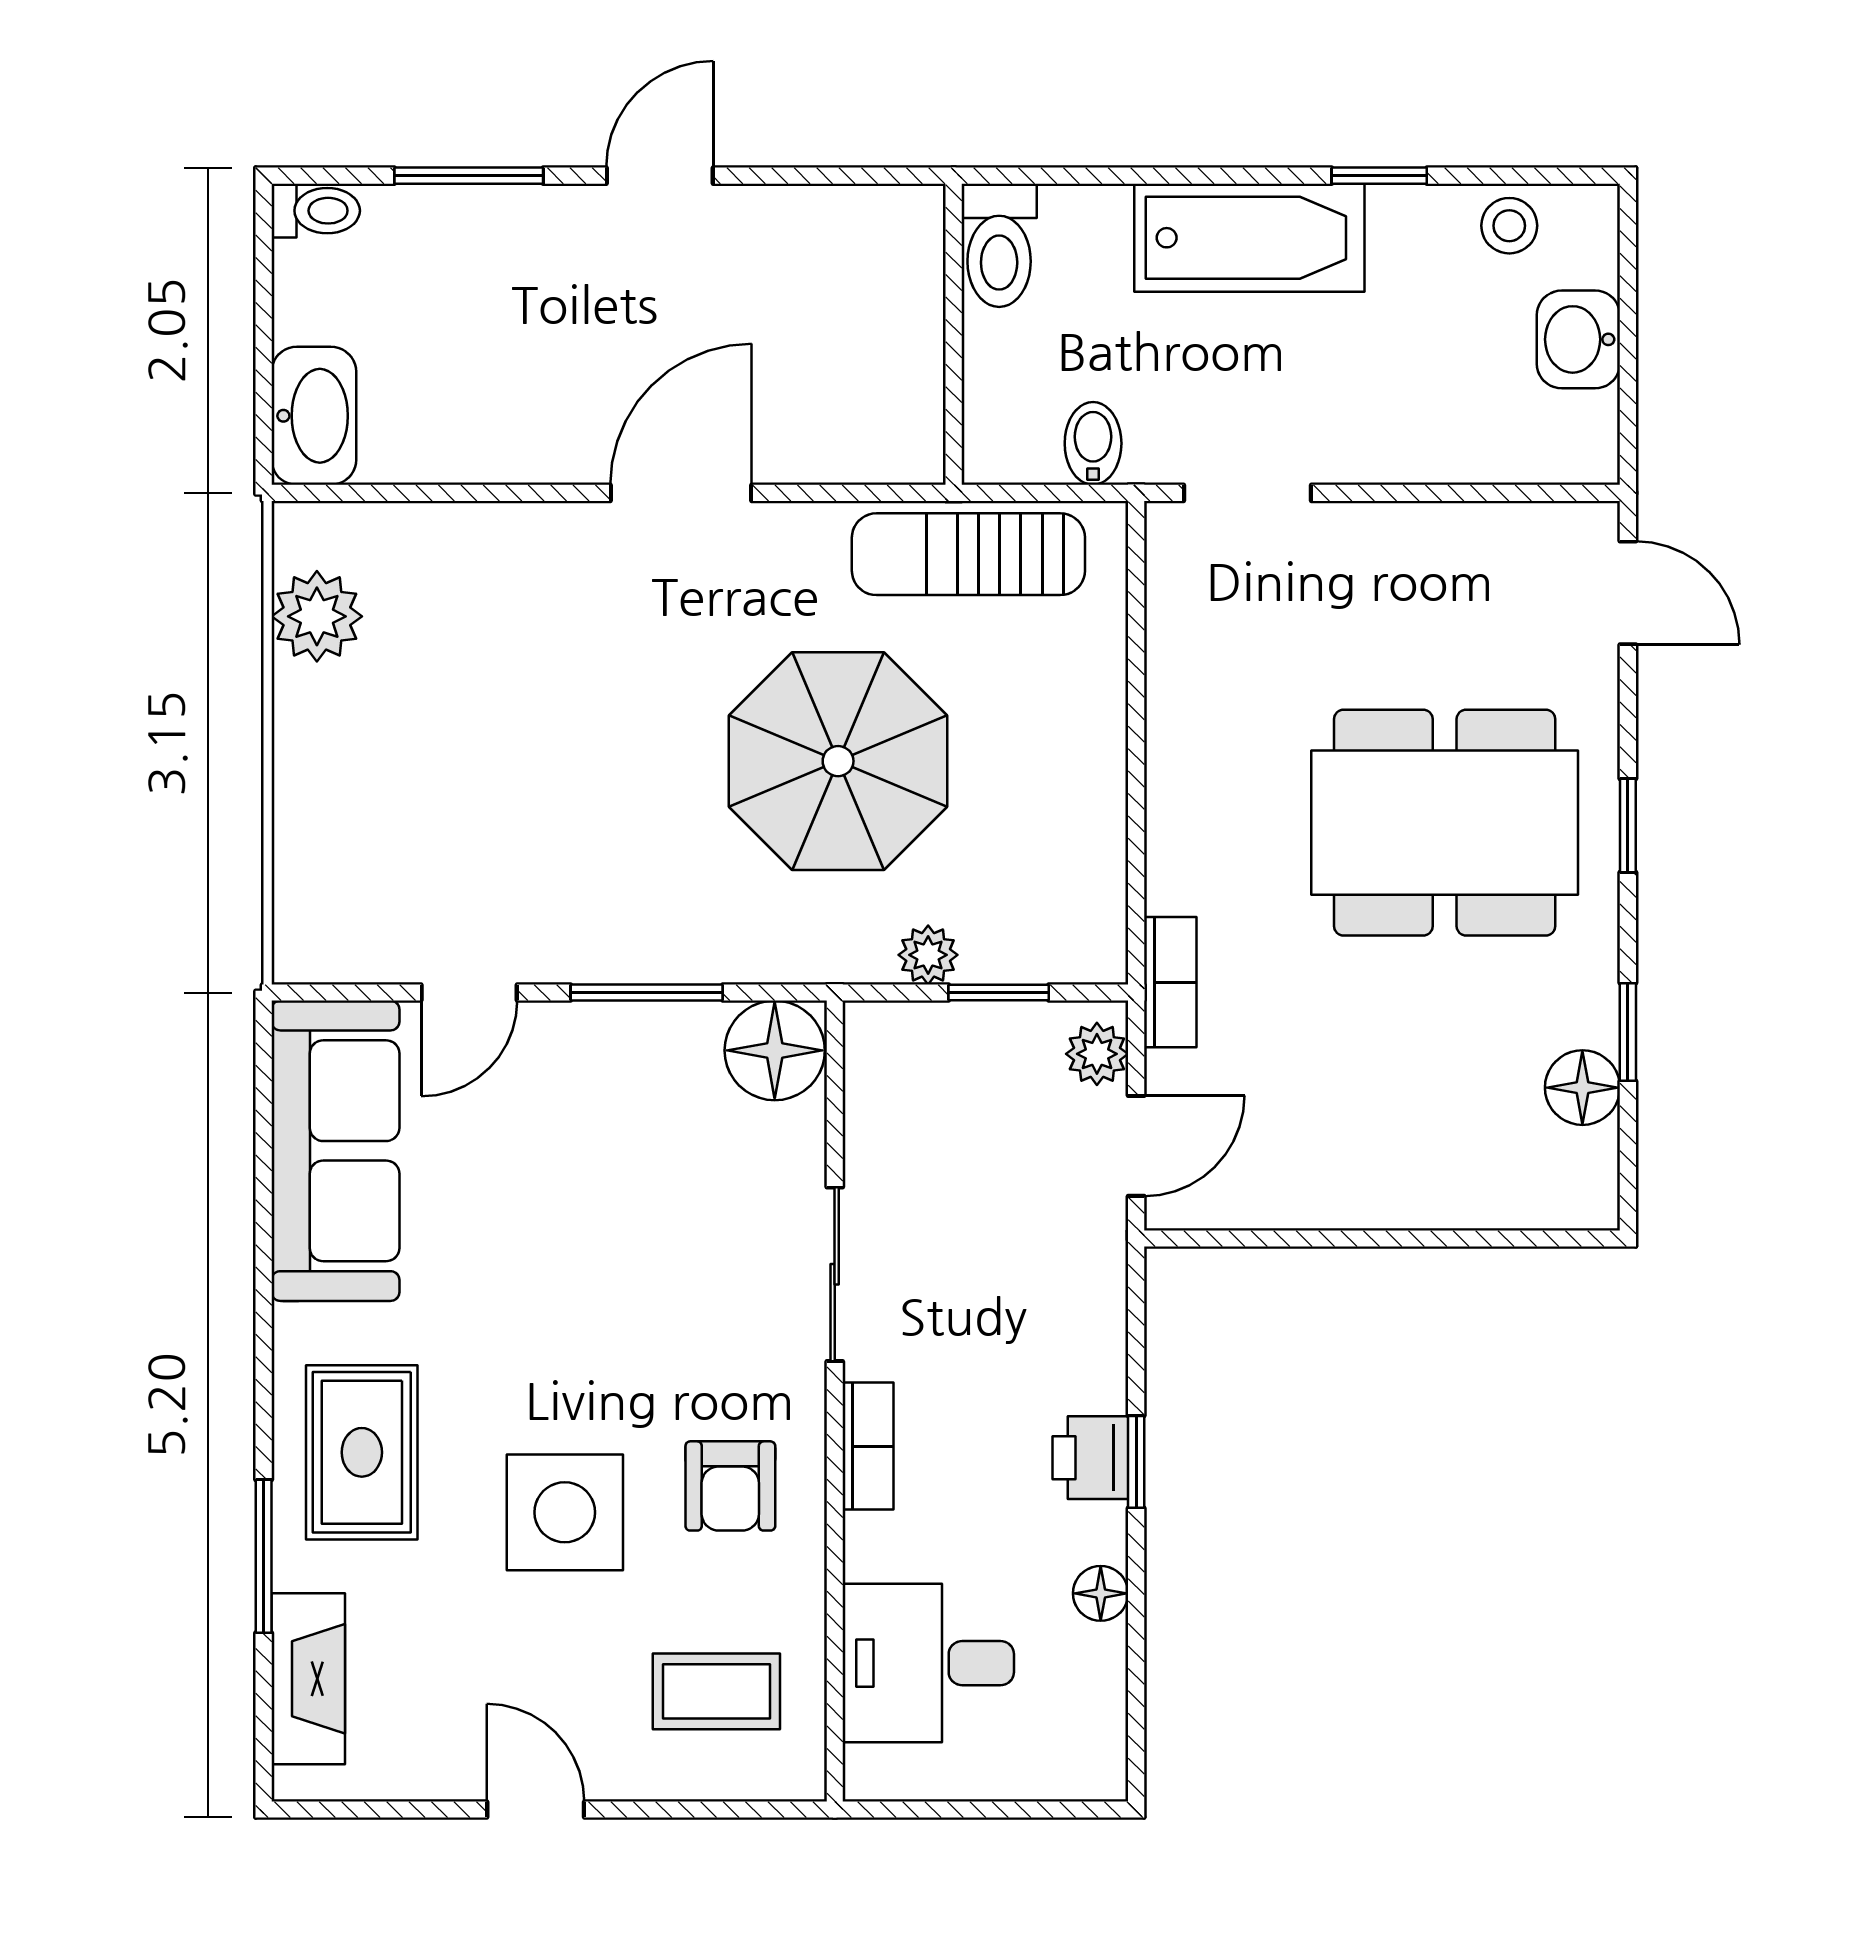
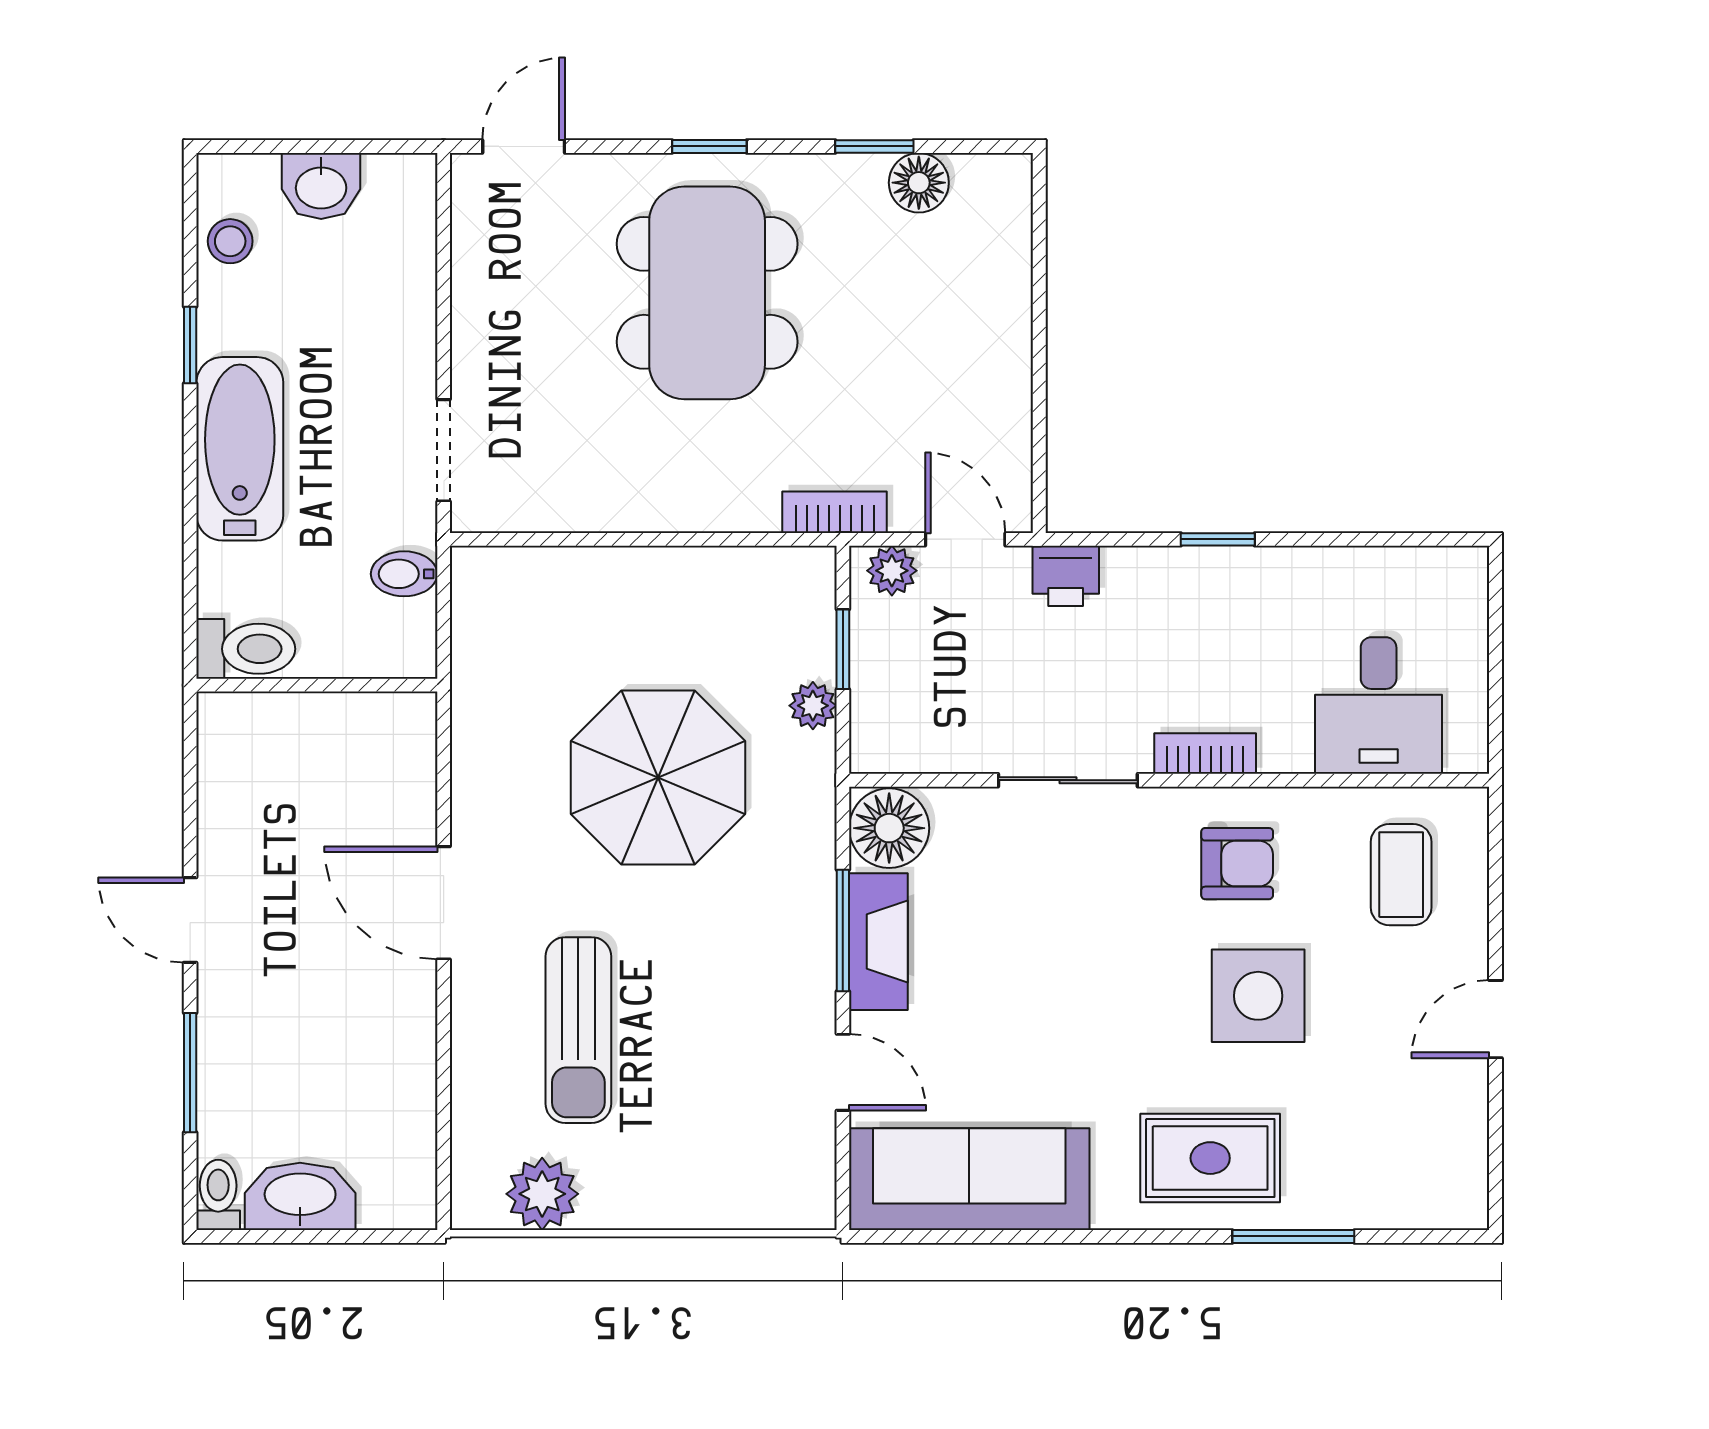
washbasin: (314, 416) -> (300, 1196), moved
sun lounger: (968, 554) -> (578, 1030), moved
printer: (1090, 1458) -> (1066, 576), moved
floor lamp: (1101, 1593) -> (1323, 568), removed
fireplace: (308, 1679) -> (878, 942), moved, turned 90

